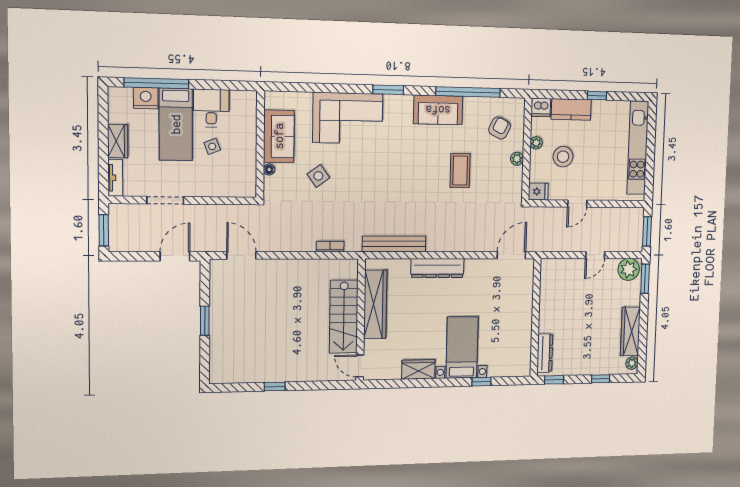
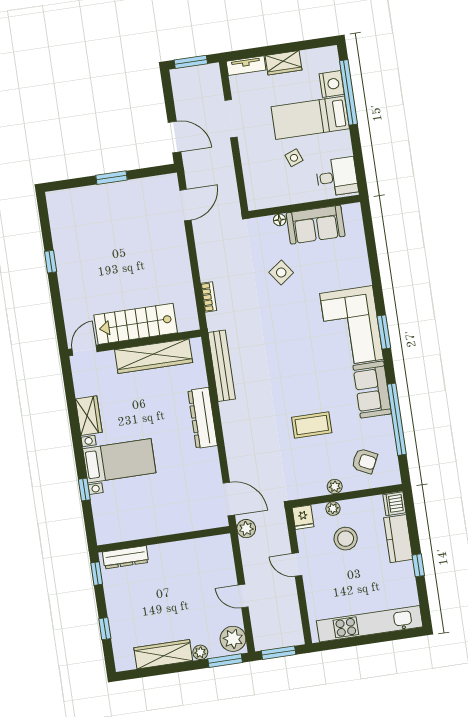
desk: (211, 108) -> (337, 177), moved
corner sofa: (348, 118) -> (352, 326), moved
plant: (536, 143) -> (333, 509), moved
plant: (539, 244) -> (246, 529), added
plant: (632, 363) -> (200, 652), moved

